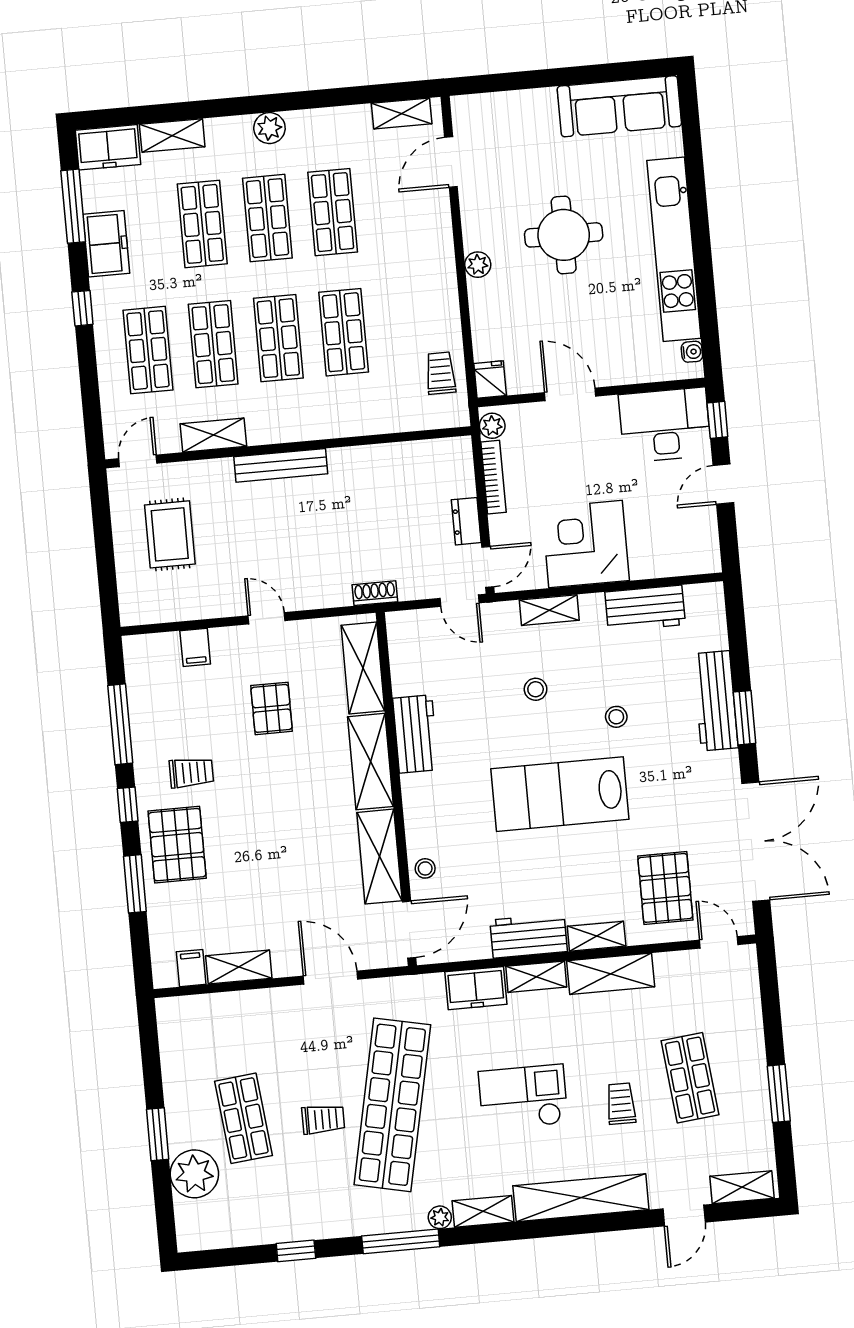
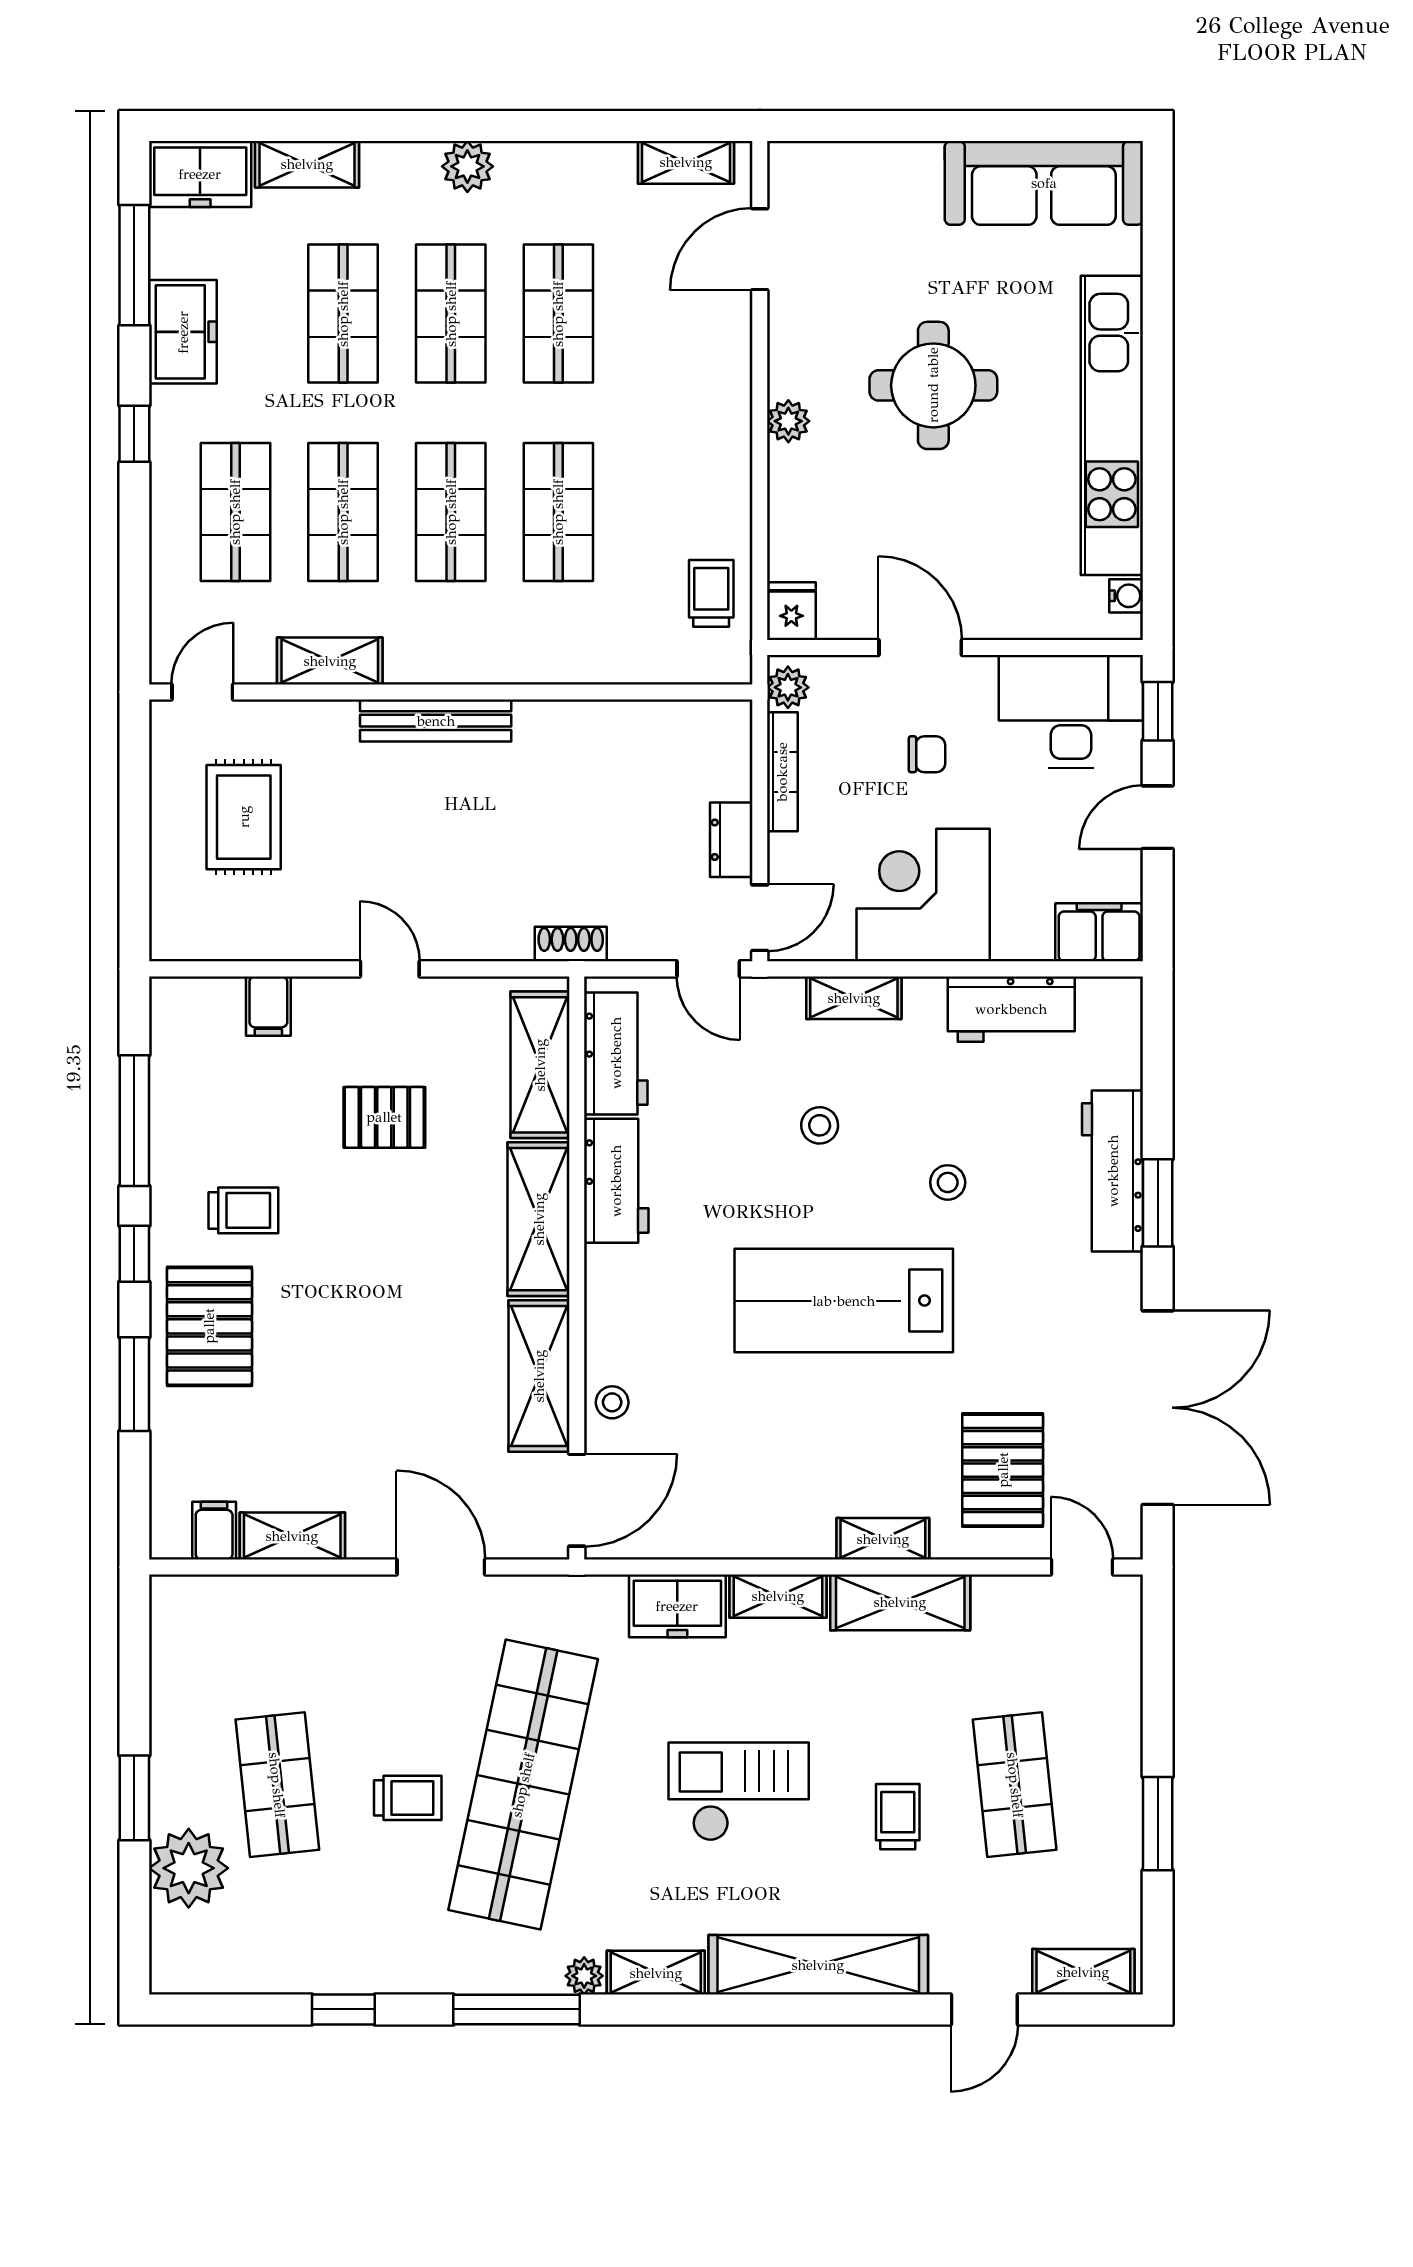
chair: (580, 459) -> (927, 754), added
filing cabinet: (694, 557) -> (1099, 932), added
pallet: (272, 708) -> (384, 1117), turned 90
workbench: (529, 936) -> (616, 1053), moved, turned 90

